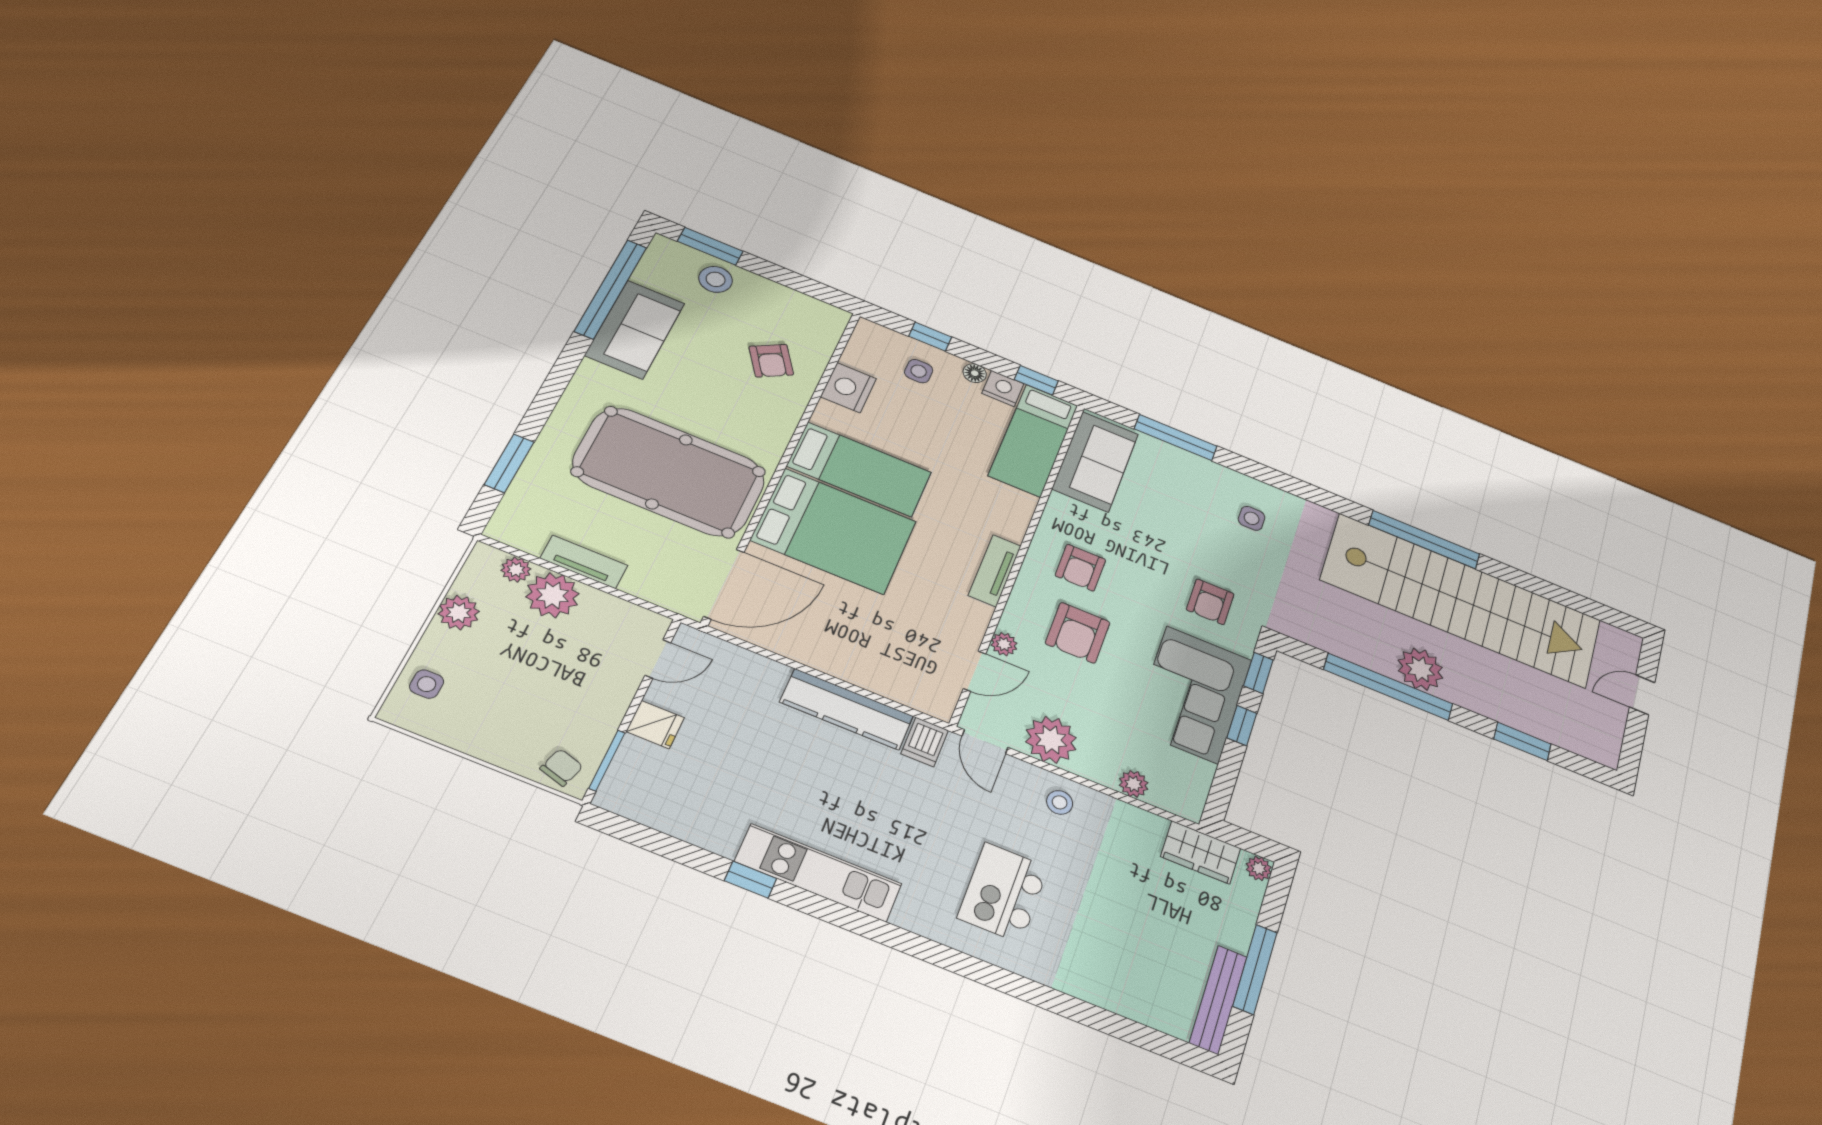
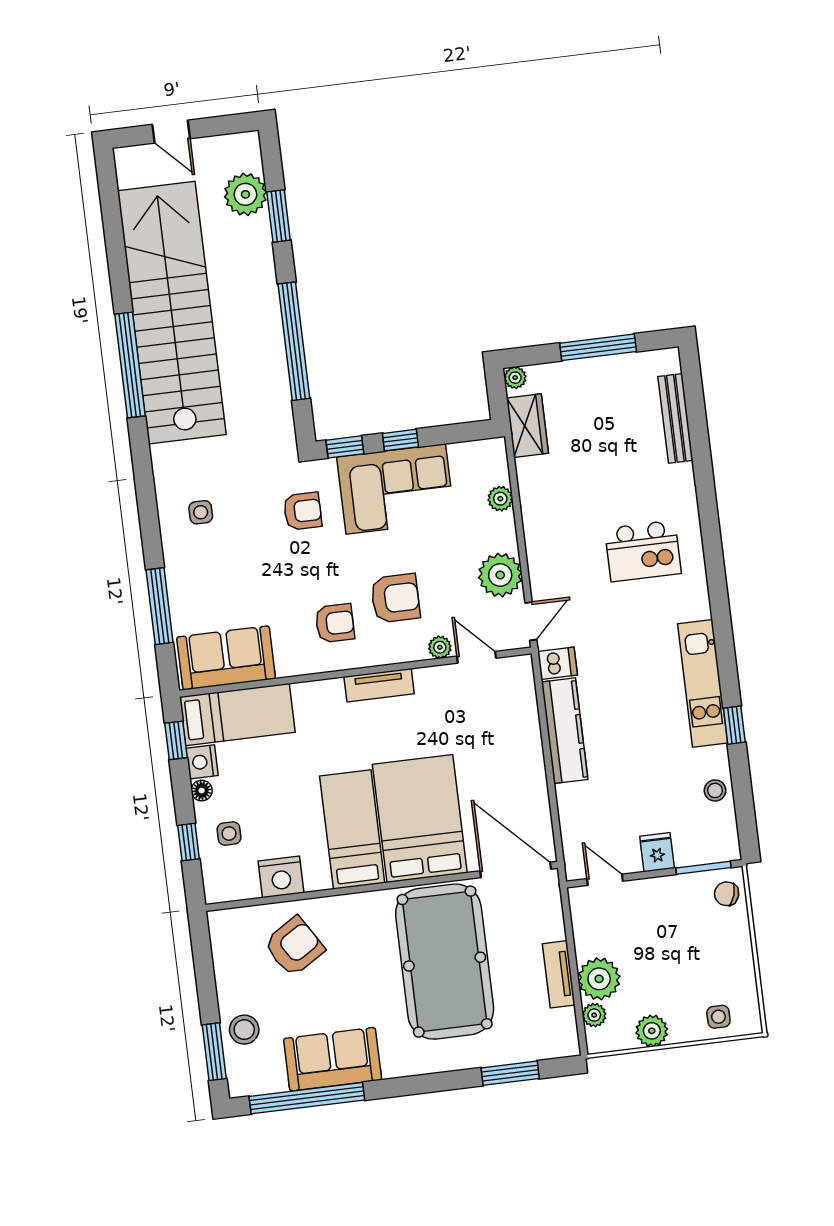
armchair: (771, 361) -> (294, 946), width x1.38, depth x1.38
plant: (1420, 669) -> (245, 194), moved
stool: (1060, 802) -> (715, 790), moved
bench: (1218, 1000) -> (675, 418), moved, turned 90

